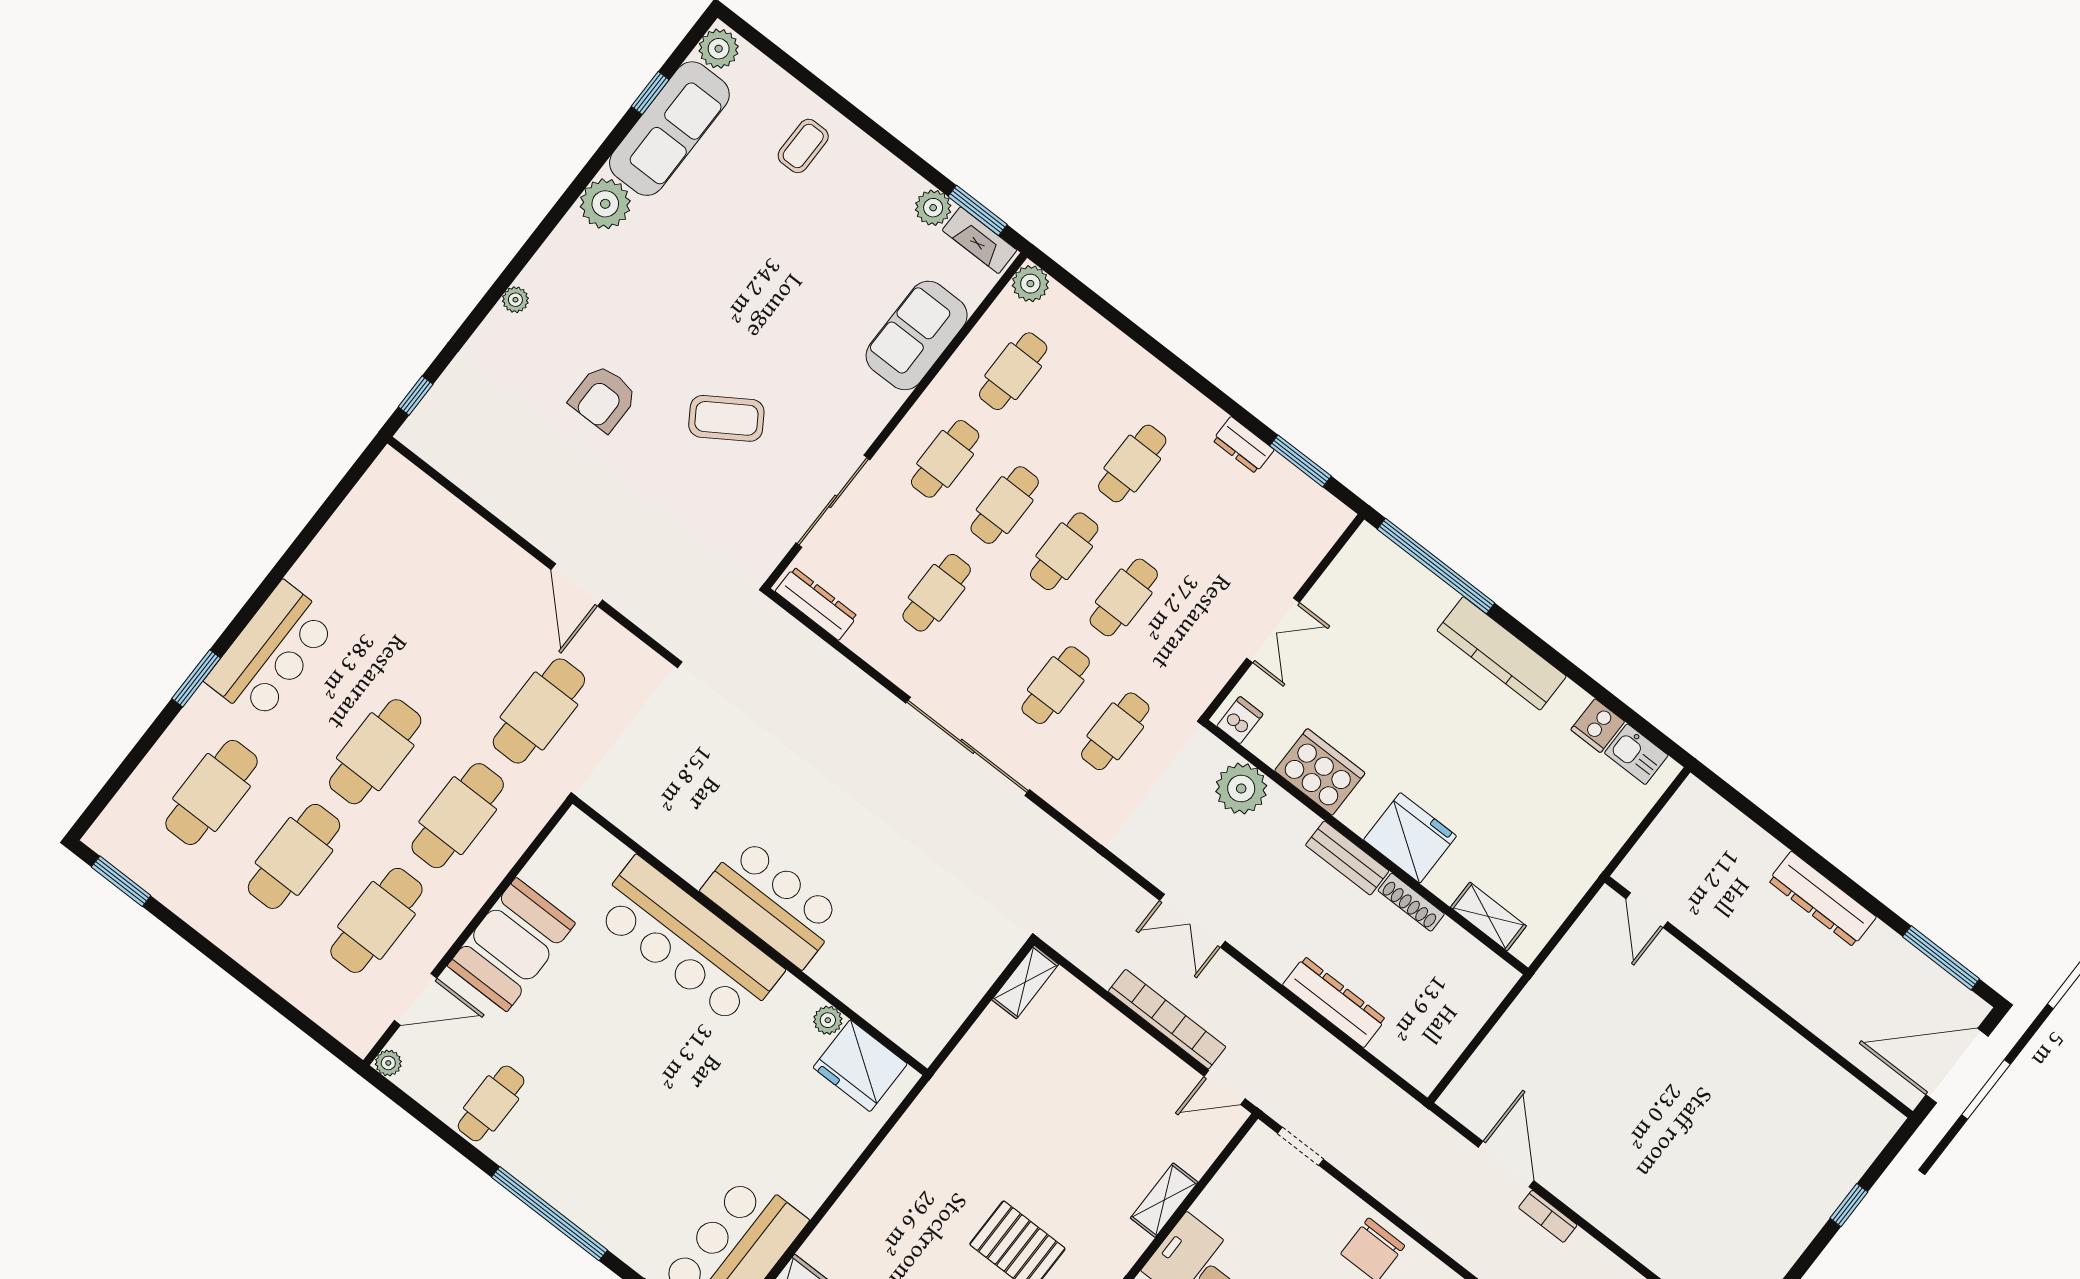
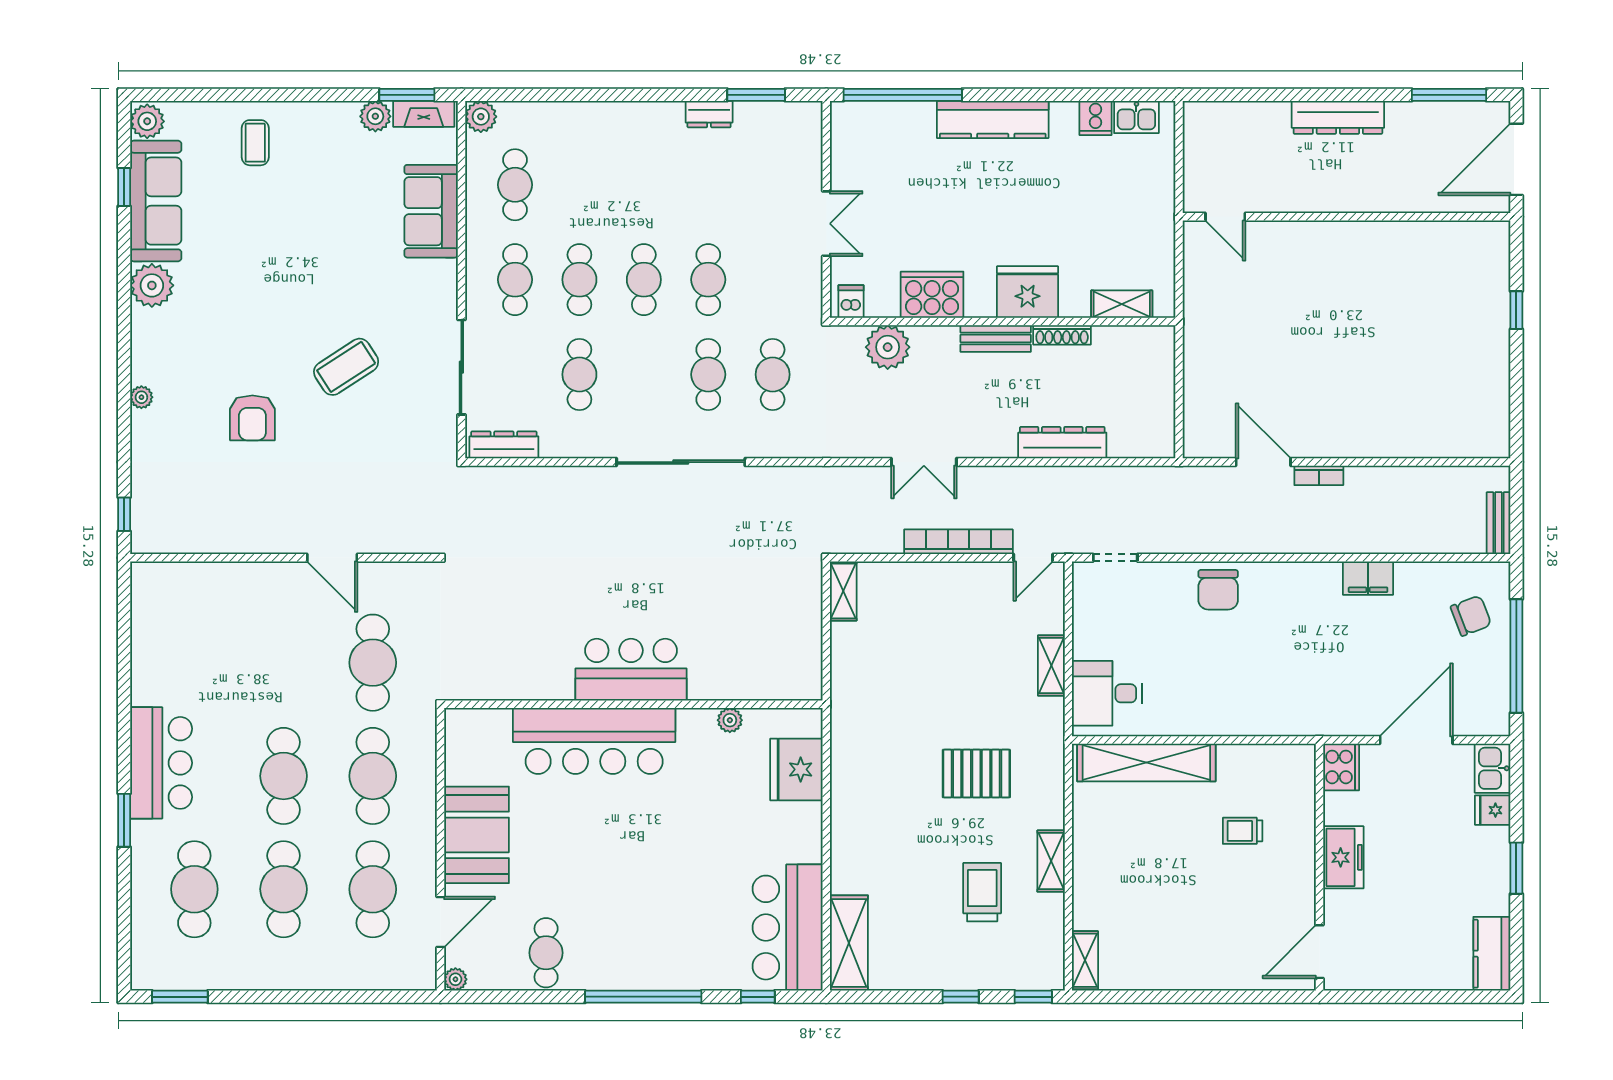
cafe table: (1132, 464) -> (644, 185), removed
fridge: (860, 1066) -> (796, 769), moved, turned 90

